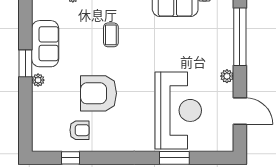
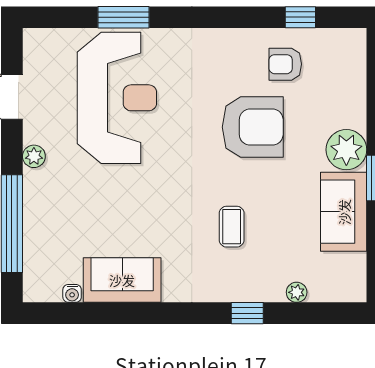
plant: (38, 80) -> (346, 150), width x1.87, depth x1.87
reception desk: (178, 110) -> (117, 98), turned 180

